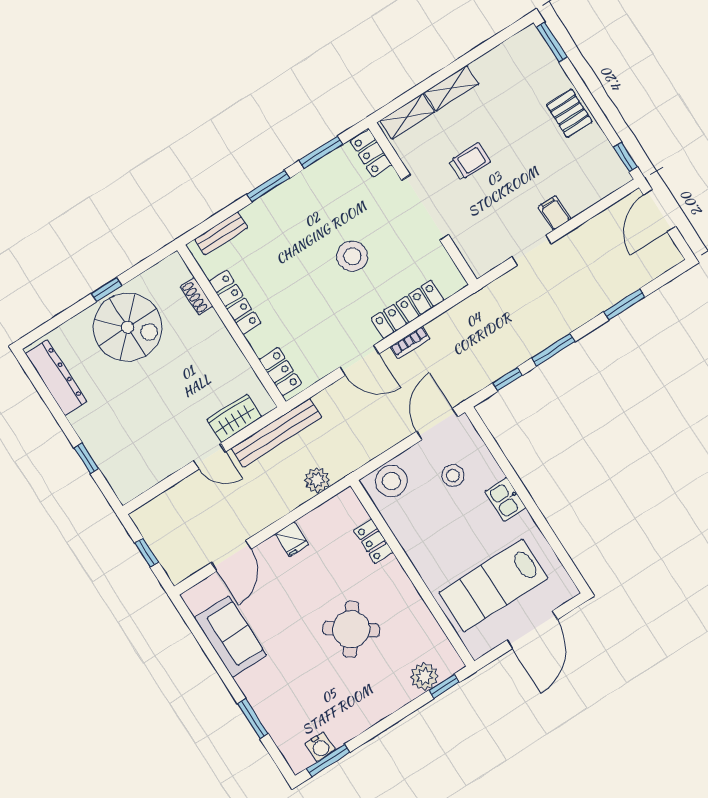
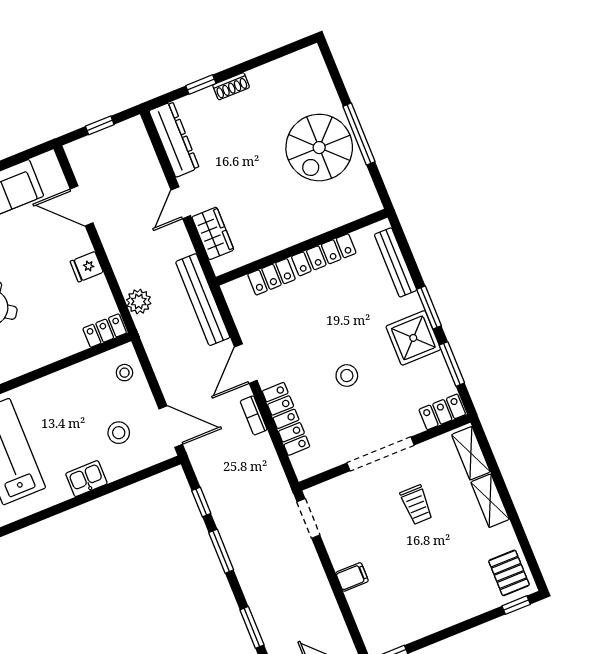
window: (552, 42) -> (516, 605), width x0.67
pallet: (569, 113) -> (509, 573), moved, turned 90
shower: (302, 196) -> (413, 338), added
bench: (221, 233) -> (396, 262), width x1.36
doorway: (532, 250) -> (308, 518), moved
stool: (352, 256) -> (347, 376), width x0.73, depth x0.73
window: (106, 290) -> (359, 134), width x2.17
shoe rack: (197, 296) -> (231, 86), moved, turned 180
locker: (280, 372) -> (271, 277), moved
dresser: (56, 378) -> (174, 139), moved, turned -90
bench: (277, 433) -> (203, 300), moved
stool: (391, 481) -> (124, 373), width x0.53, depth x0.53
locker: (373, 541) -> (105, 331), moved

